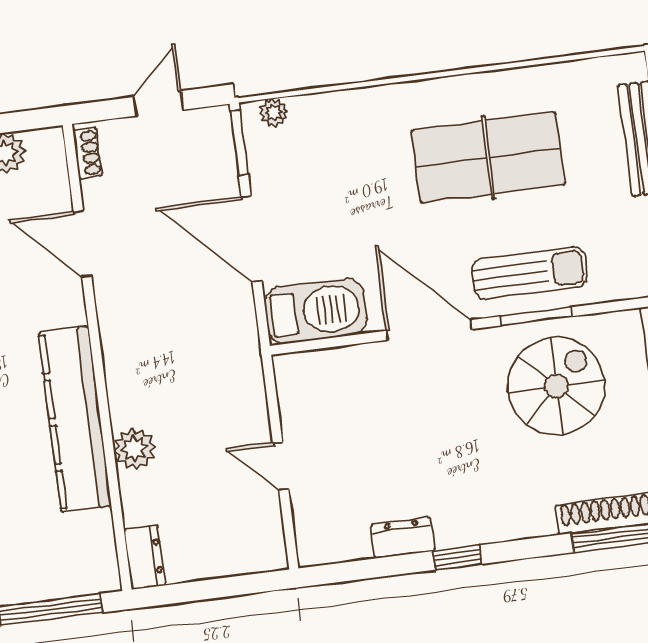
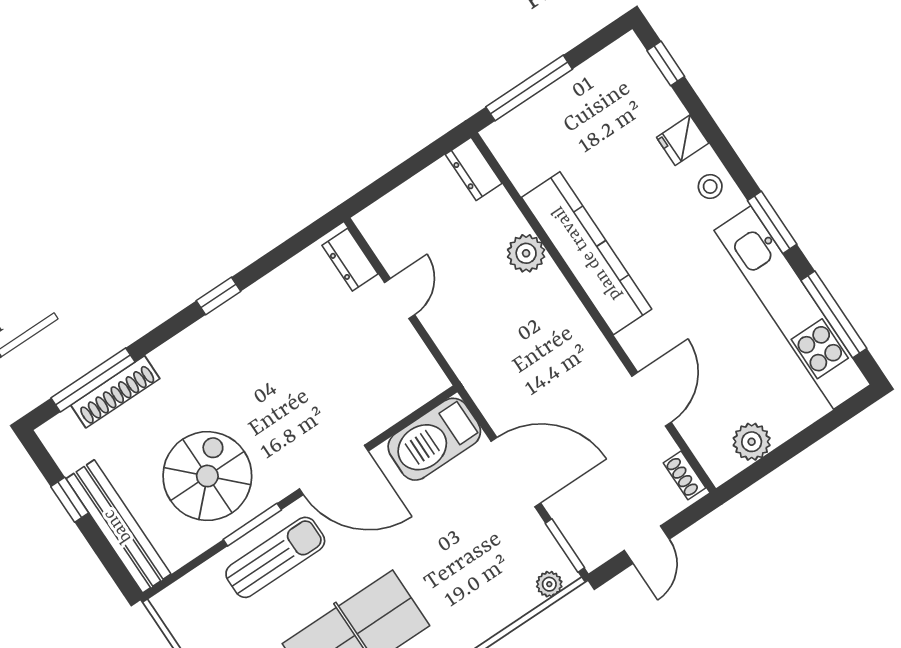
door: (83, 244) -> (652, 399), hinge flipped
sun lounger: (530, 273) -> (275, 557), turned 180
spiral stairs: (556, 386) -> (207, 476), turned 180
door: (281, 466) -> (400, 299), hinge flipped
dresser: (403, 538) -> (350, 260), moved, turned 90

